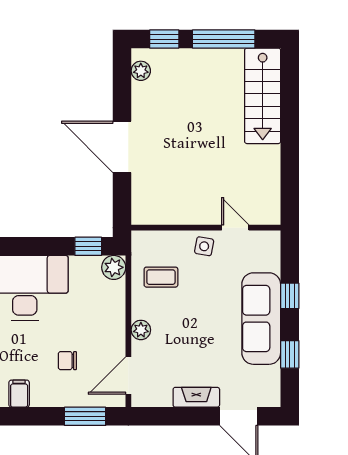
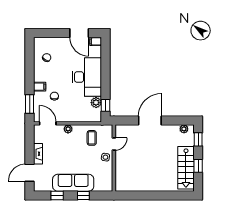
window: (224, 39) -> (198, 166), width x0.46
stairs: (263, 96) -> (186, 168), moved, turned -90
door: (235, 228) -> (114, 144), moved
plant: (114, 267) -> (96, 103), moved
filing cabinet: (19, 394) -> (40, 87), moved

